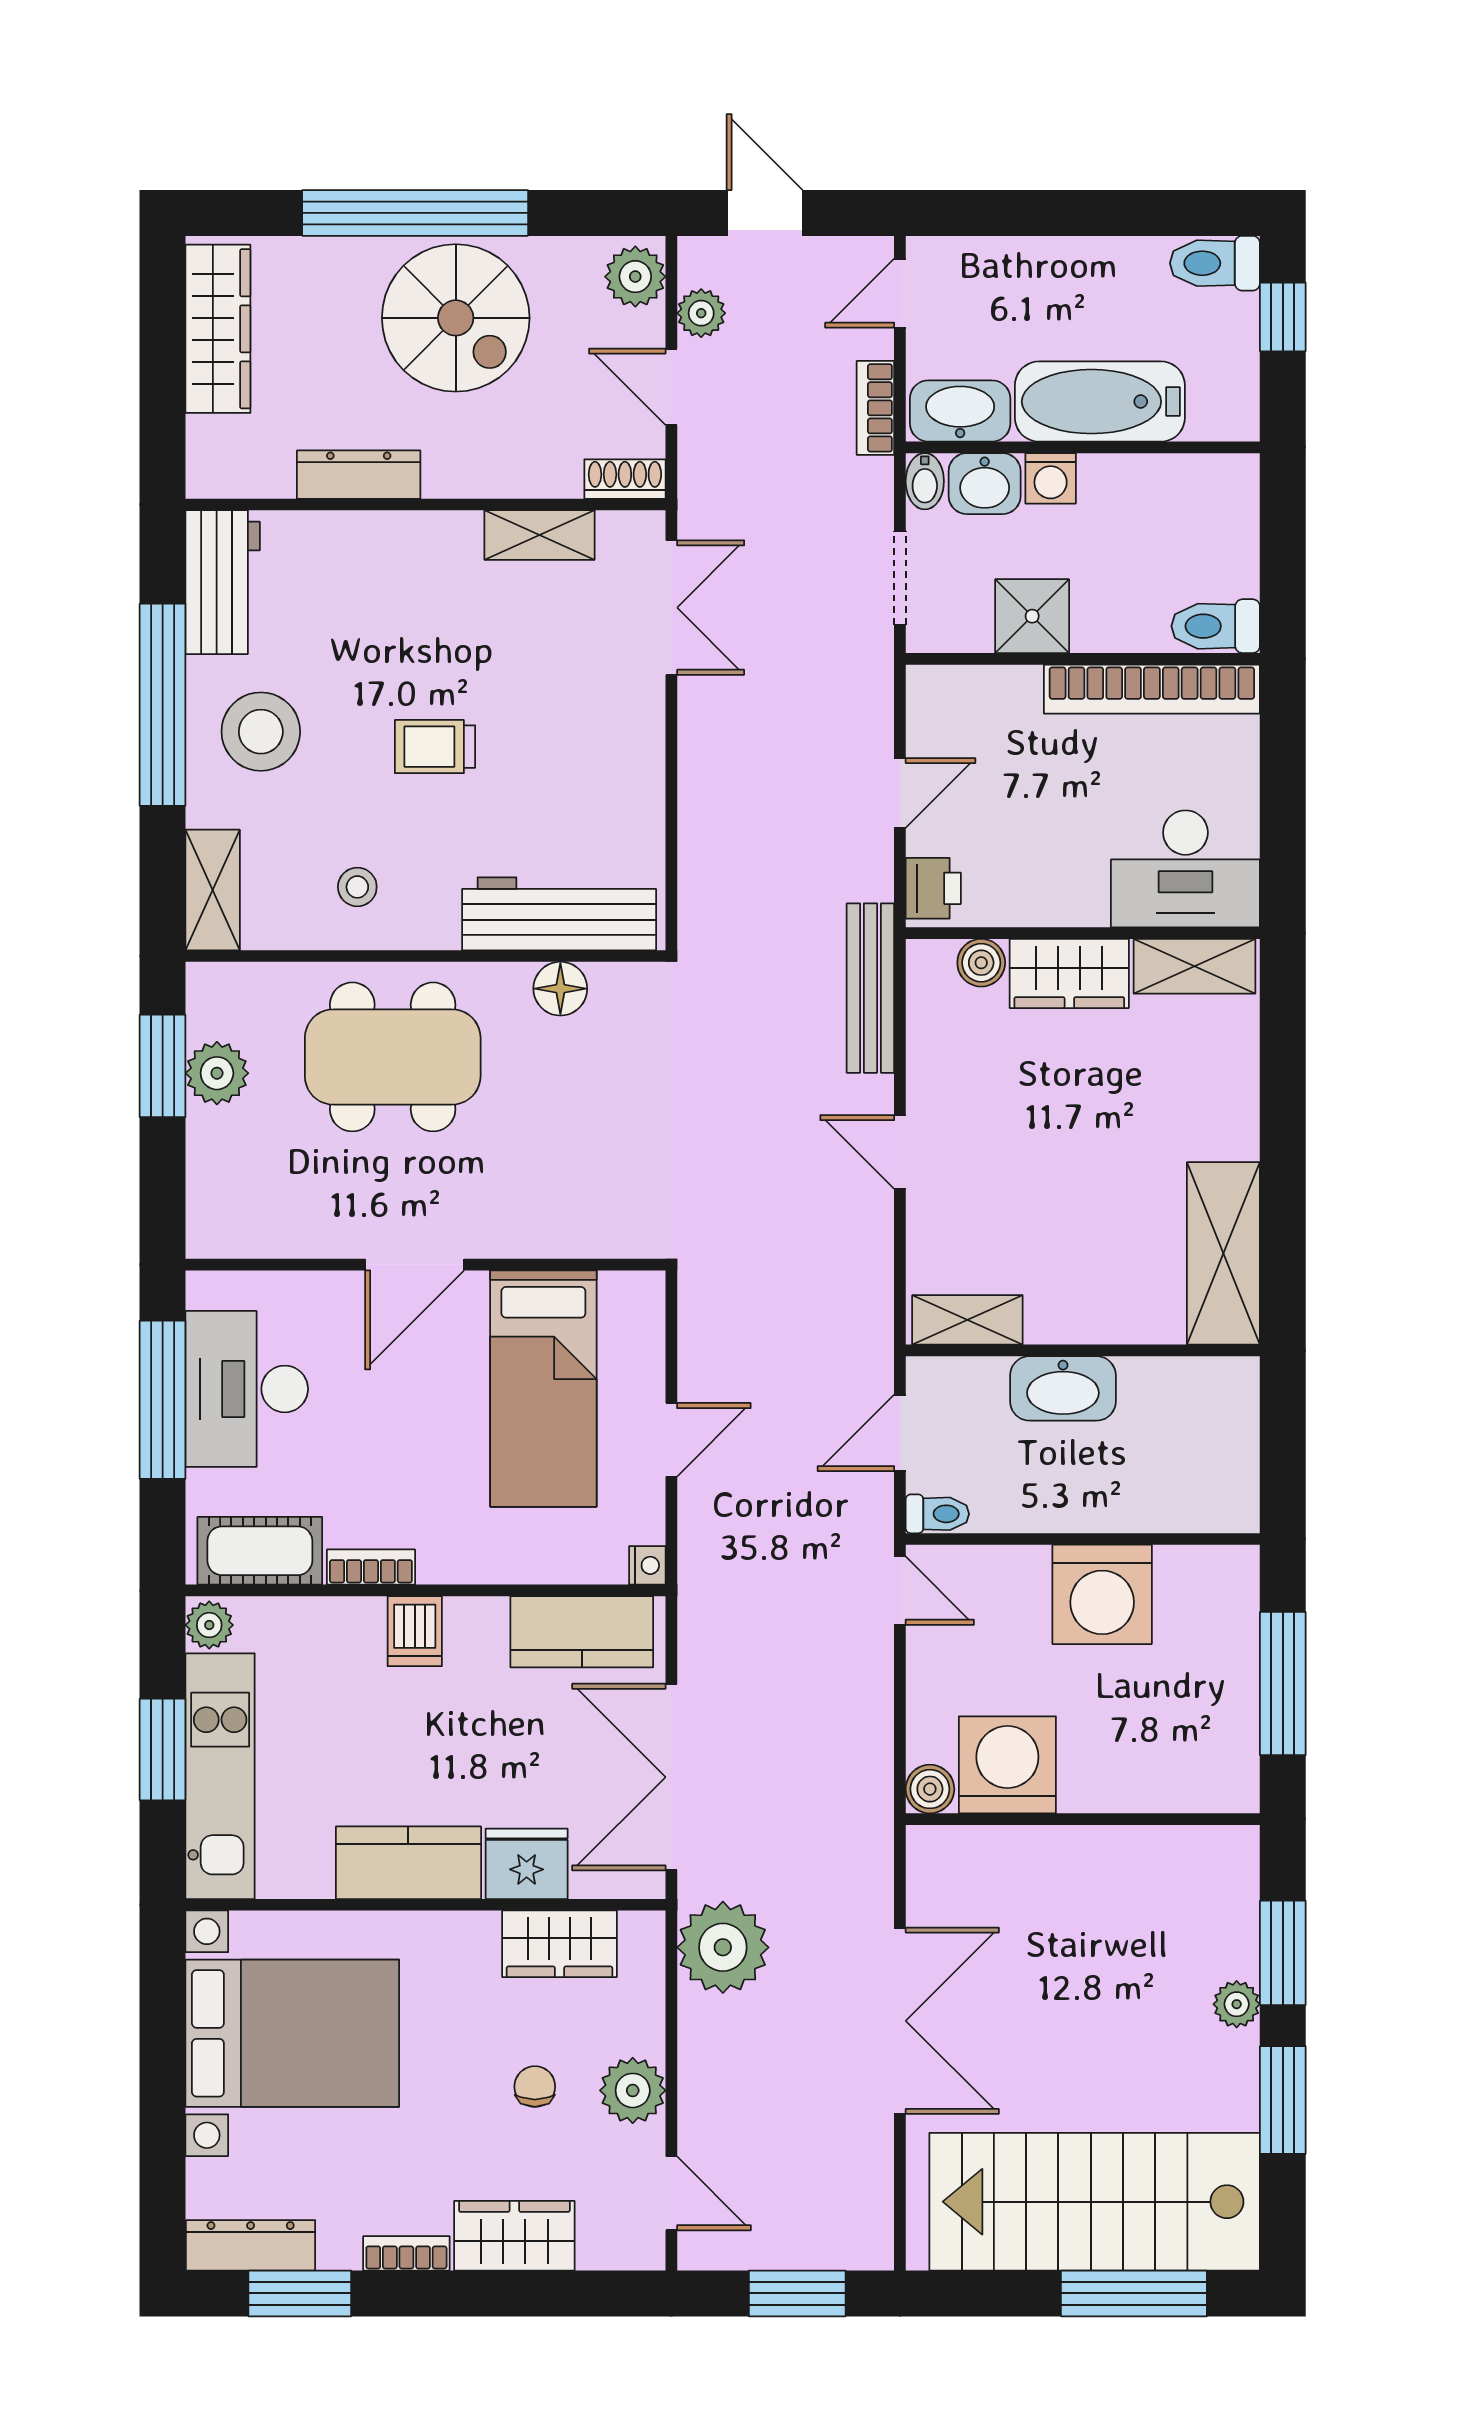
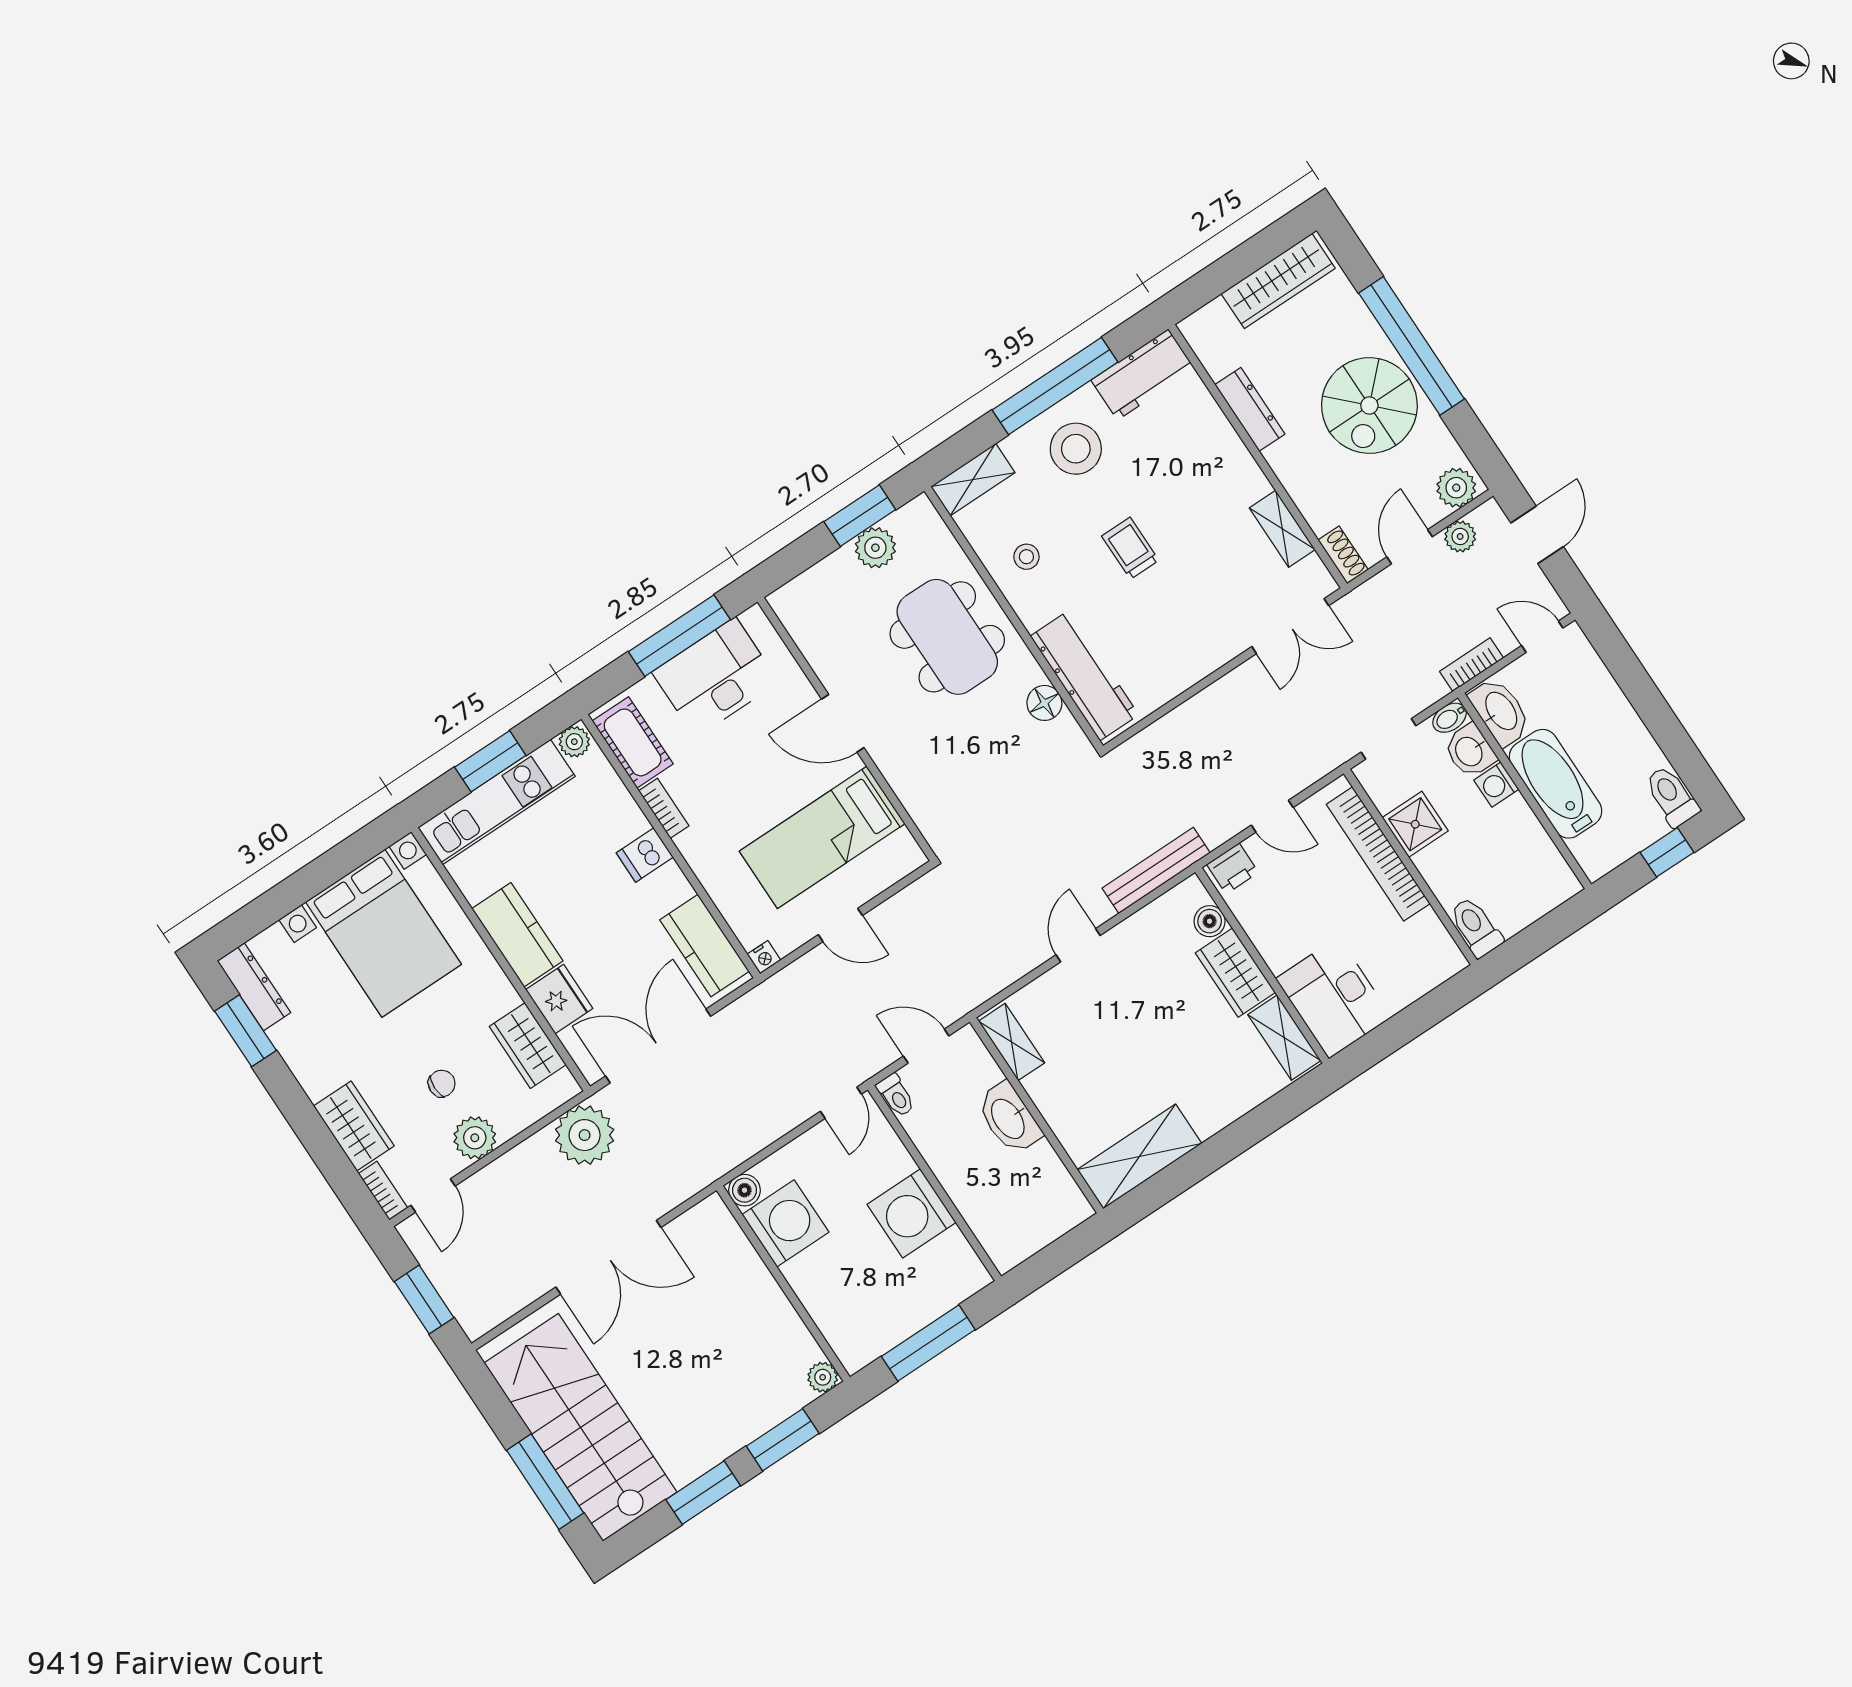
bookcase: (1152, 689) -> (1378, 854), moved
plant: (1237, 2004) -> (823, 1377), moved
bookcase: (406, 2253) -> (383, 1191), moved

